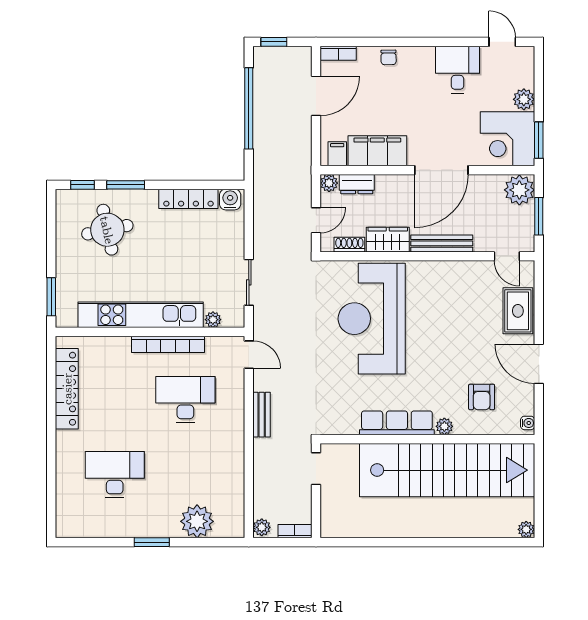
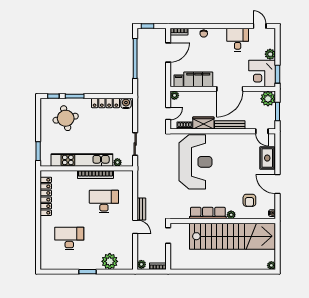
dresser: (357, 184) -> (188, 96), removed
reception desk: (372, 319) -> (195, 162), turned 180
door: (249, 355) -> (135, 227), moved

